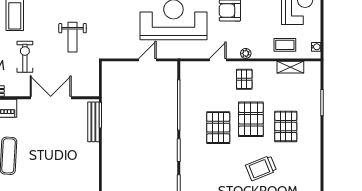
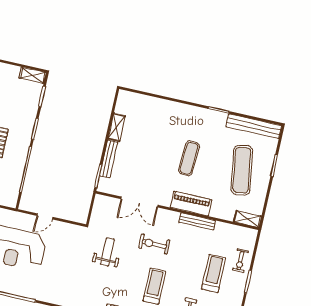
exercise bike: (25, 57) -> (154, 244), turned 90
bench: (93, 122) -> (109, 159), moved
shelving: (93, 171) -> (117, 127), added

